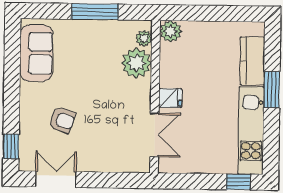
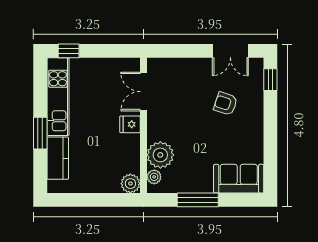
sofa: (36, 53) -> (239, 179), moved, turned 90

